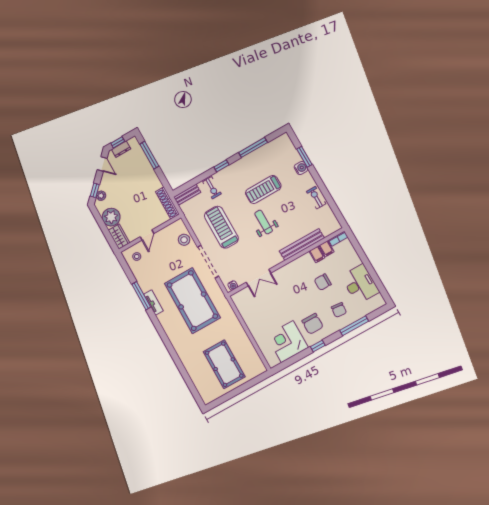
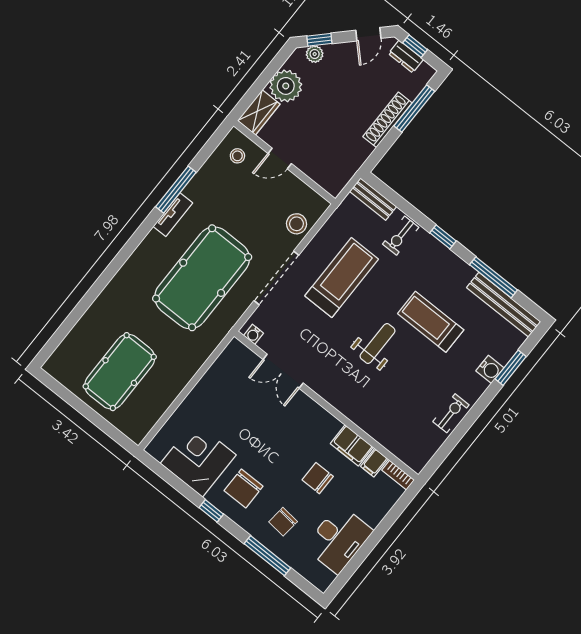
shoe rack: (167, 203) -> (387, 120), moved
bench: (302, 244) -> (504, 305), moved
filing cabinet: (317, 254) -> (352, 445), width x2.00

